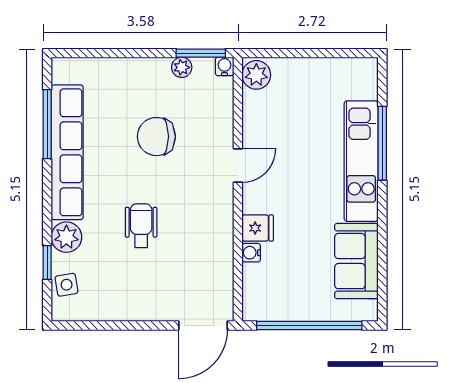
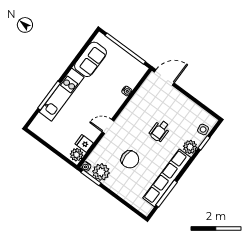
plant: (182, 67) -> (101, 172), width x1.88, depth x1.88
fridge: (258, 228) -> (84, 143), moved

